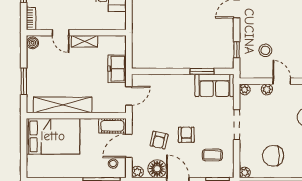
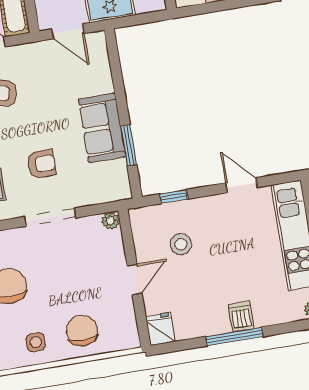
sofa: (214, 85) -> (102, 128), moved
plant: (267, 89) -> (117, 257), removed
armchair: (186, 135) -> (42, 164), moved

